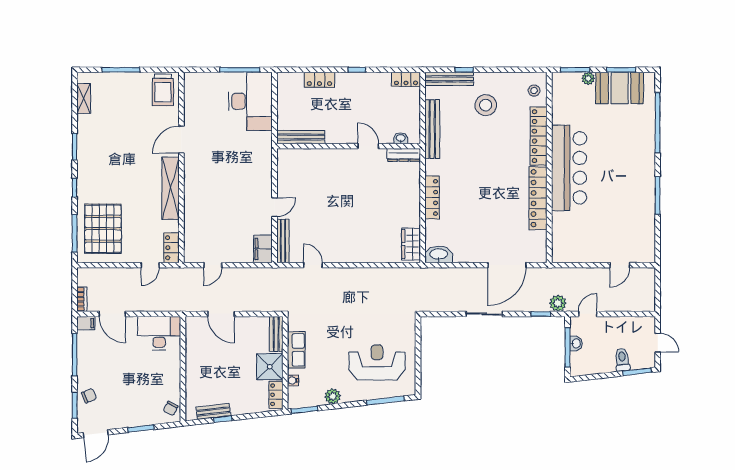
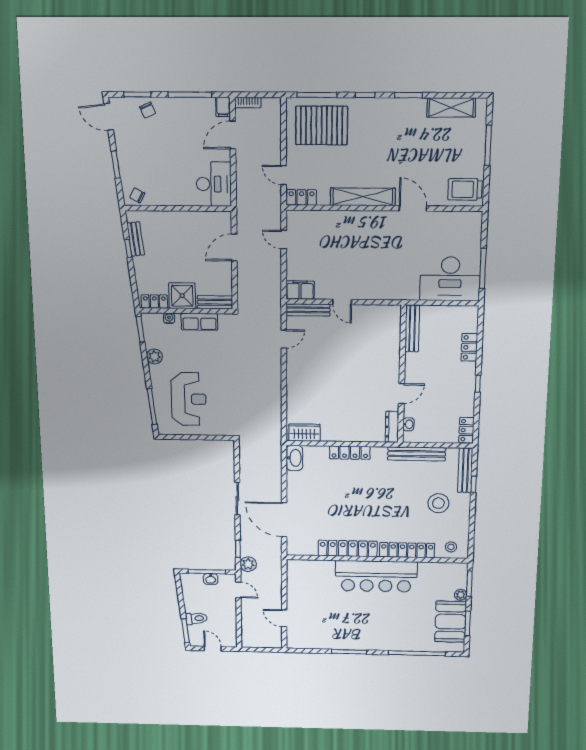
shelving: (84, 98) -> (451, 107), width x1.50, depth x1.33
door: (658, 343) -> (213, 649), swing flipped

